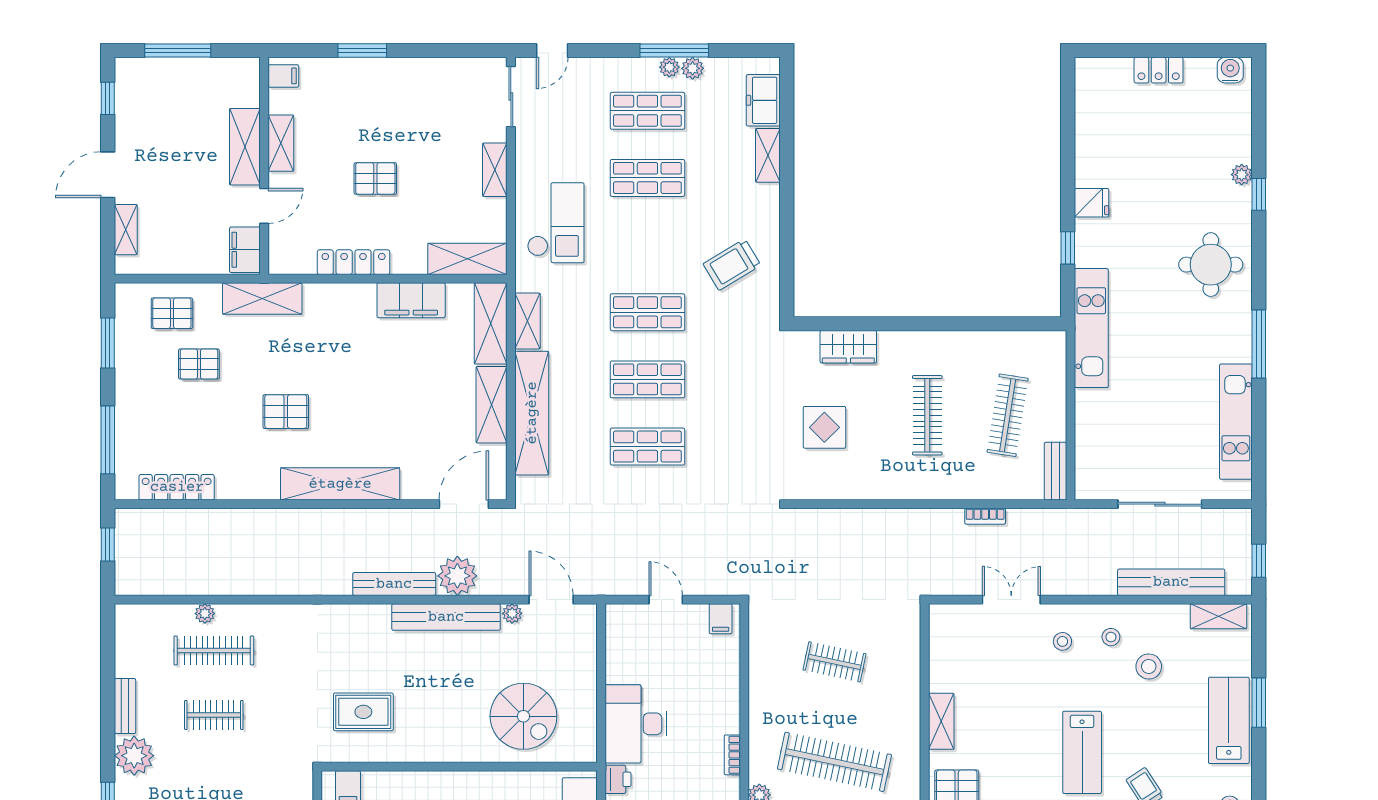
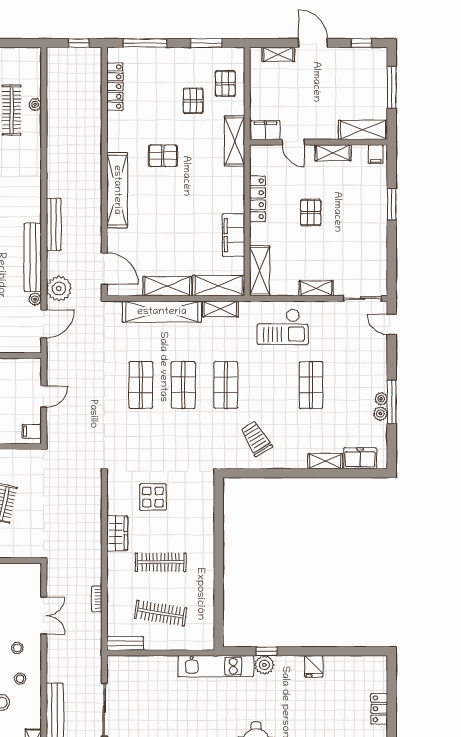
shop shelf: (647, 111) -> (354, 385), removed
shelving: (245, 147) -> (363, 130), moved
fridge: (1092, 203) -> (314, 666), moved
plant: (1089, 251) -> (264, 665), added
wardrobe: (848, 347) -> (117, 533), moved, turned 180
pallet: (286, 412) -> (163, 156), turned 90
plant: (457, 576) -> (59, 289), moved

